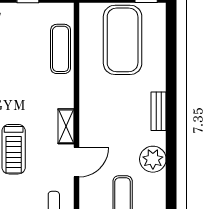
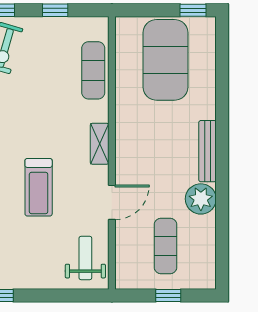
bench: (159, 111) -> (207, 151), width x1.36
shelving: (66, 126) -> (100, 144), moved

